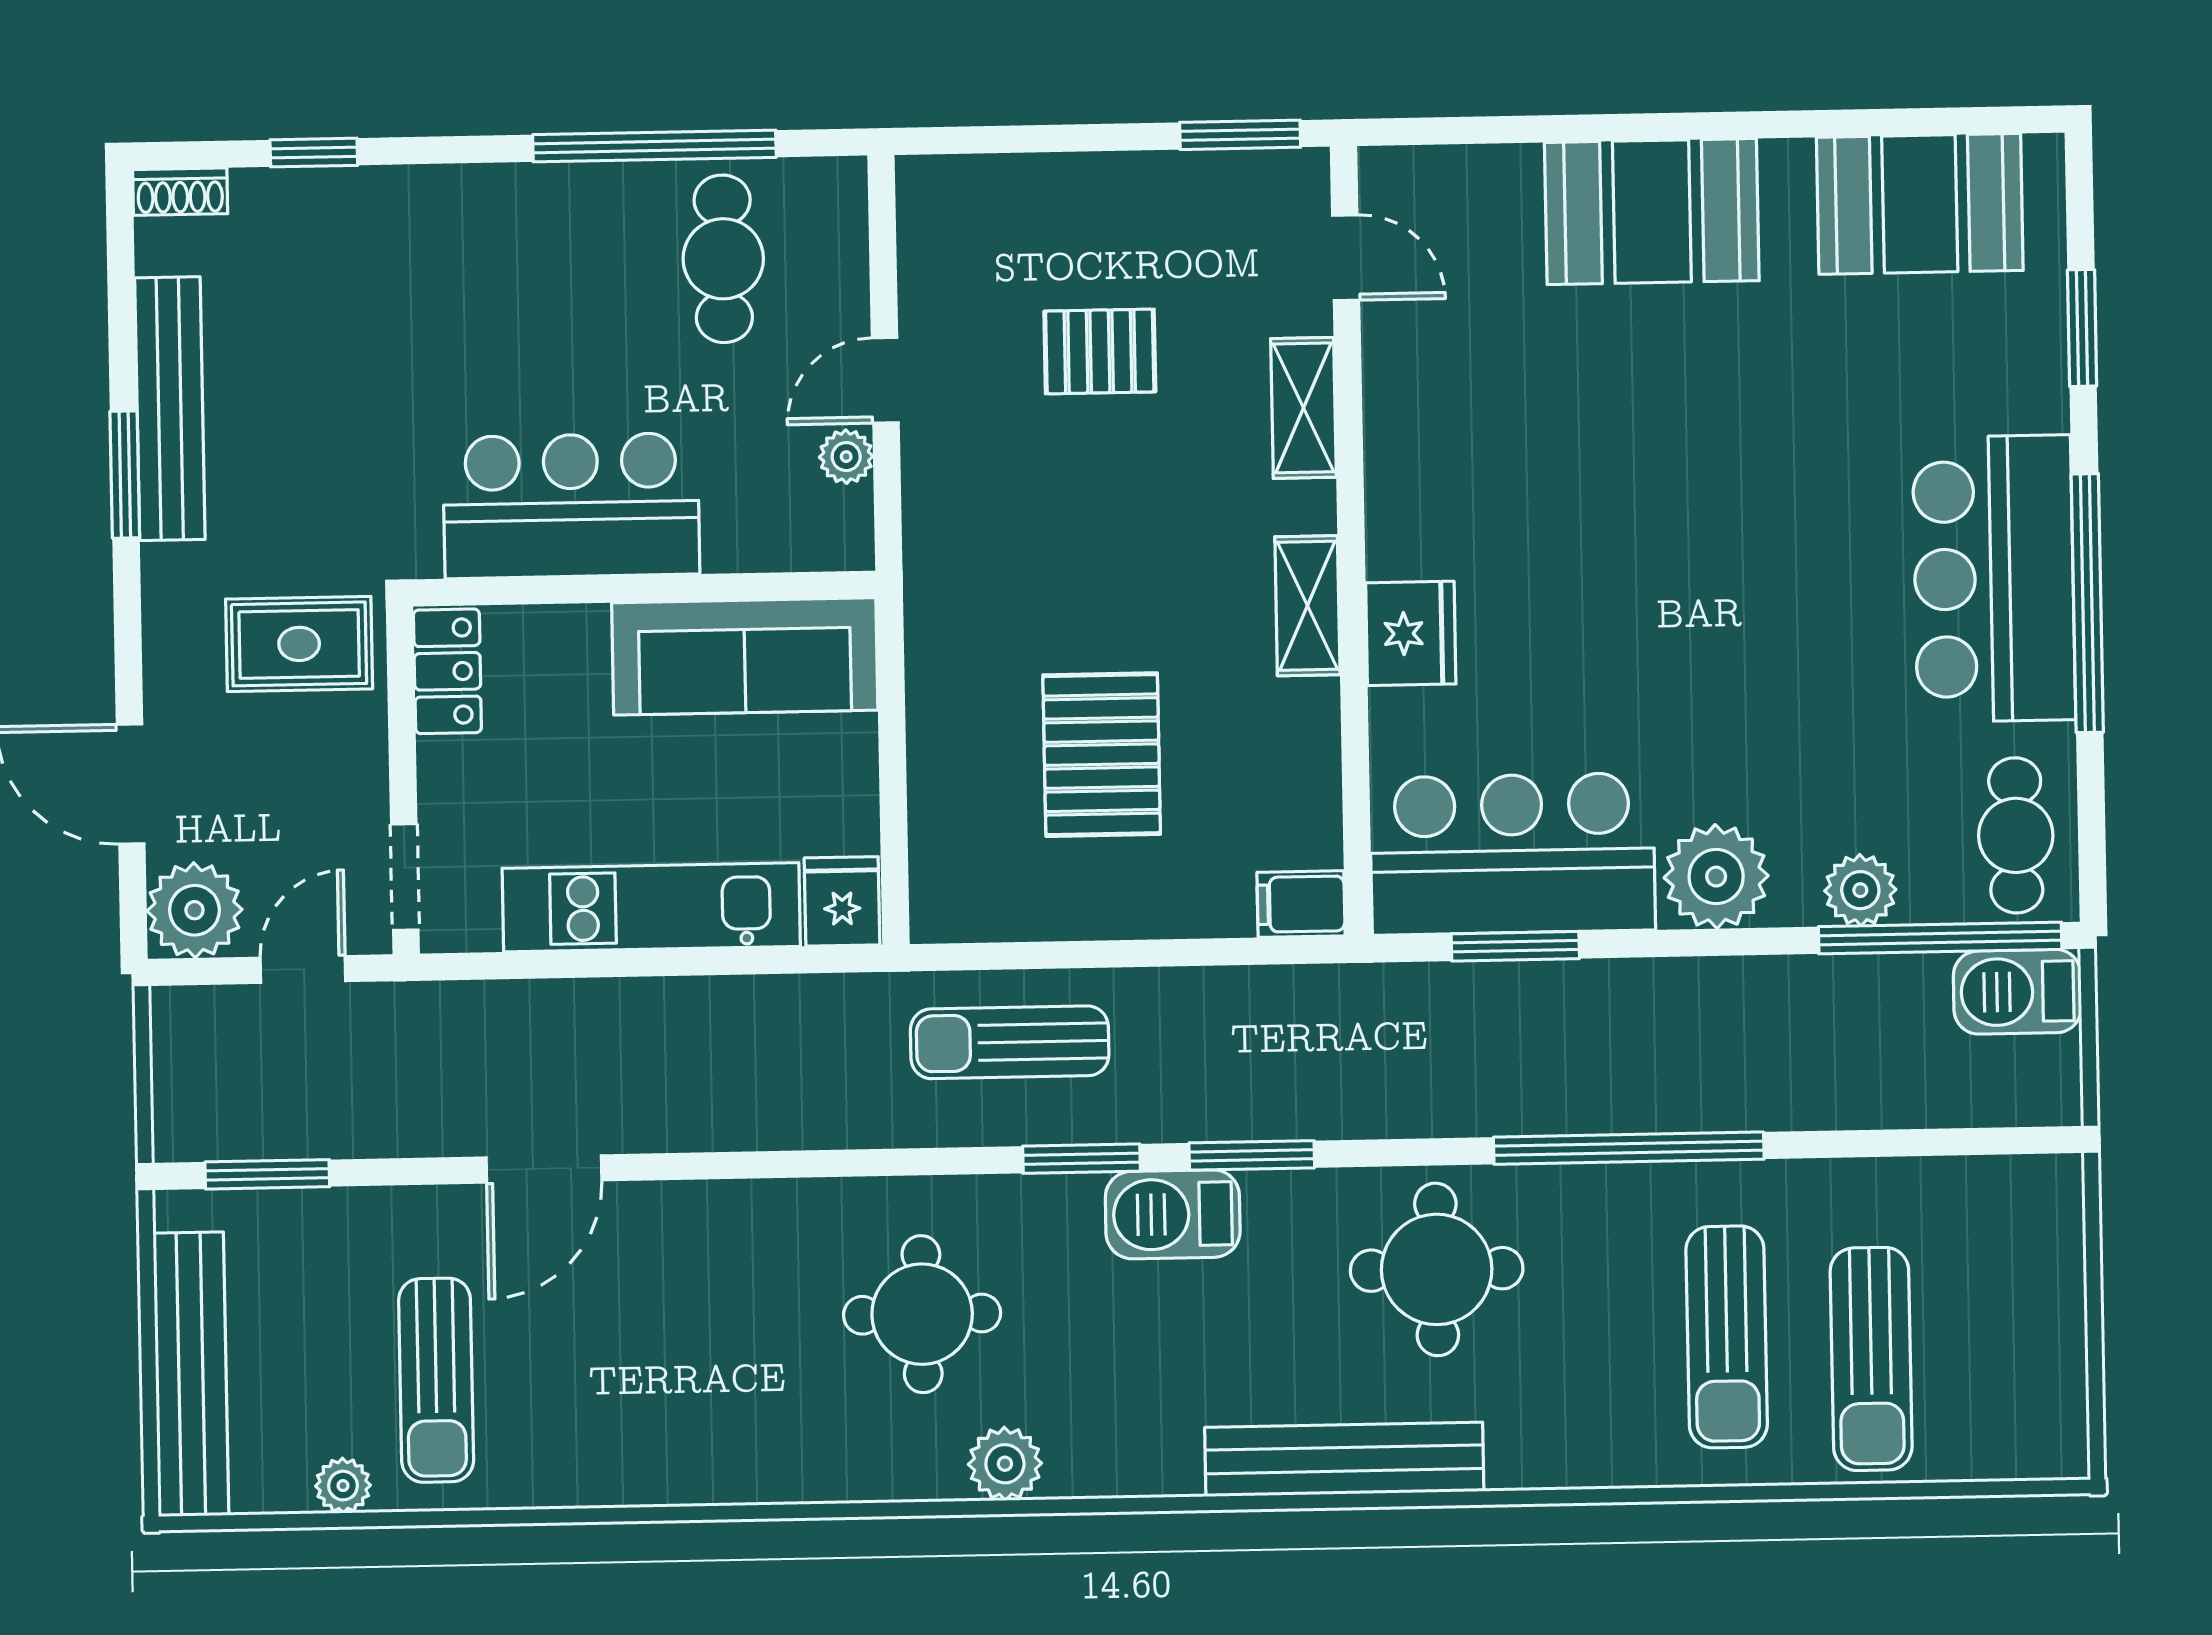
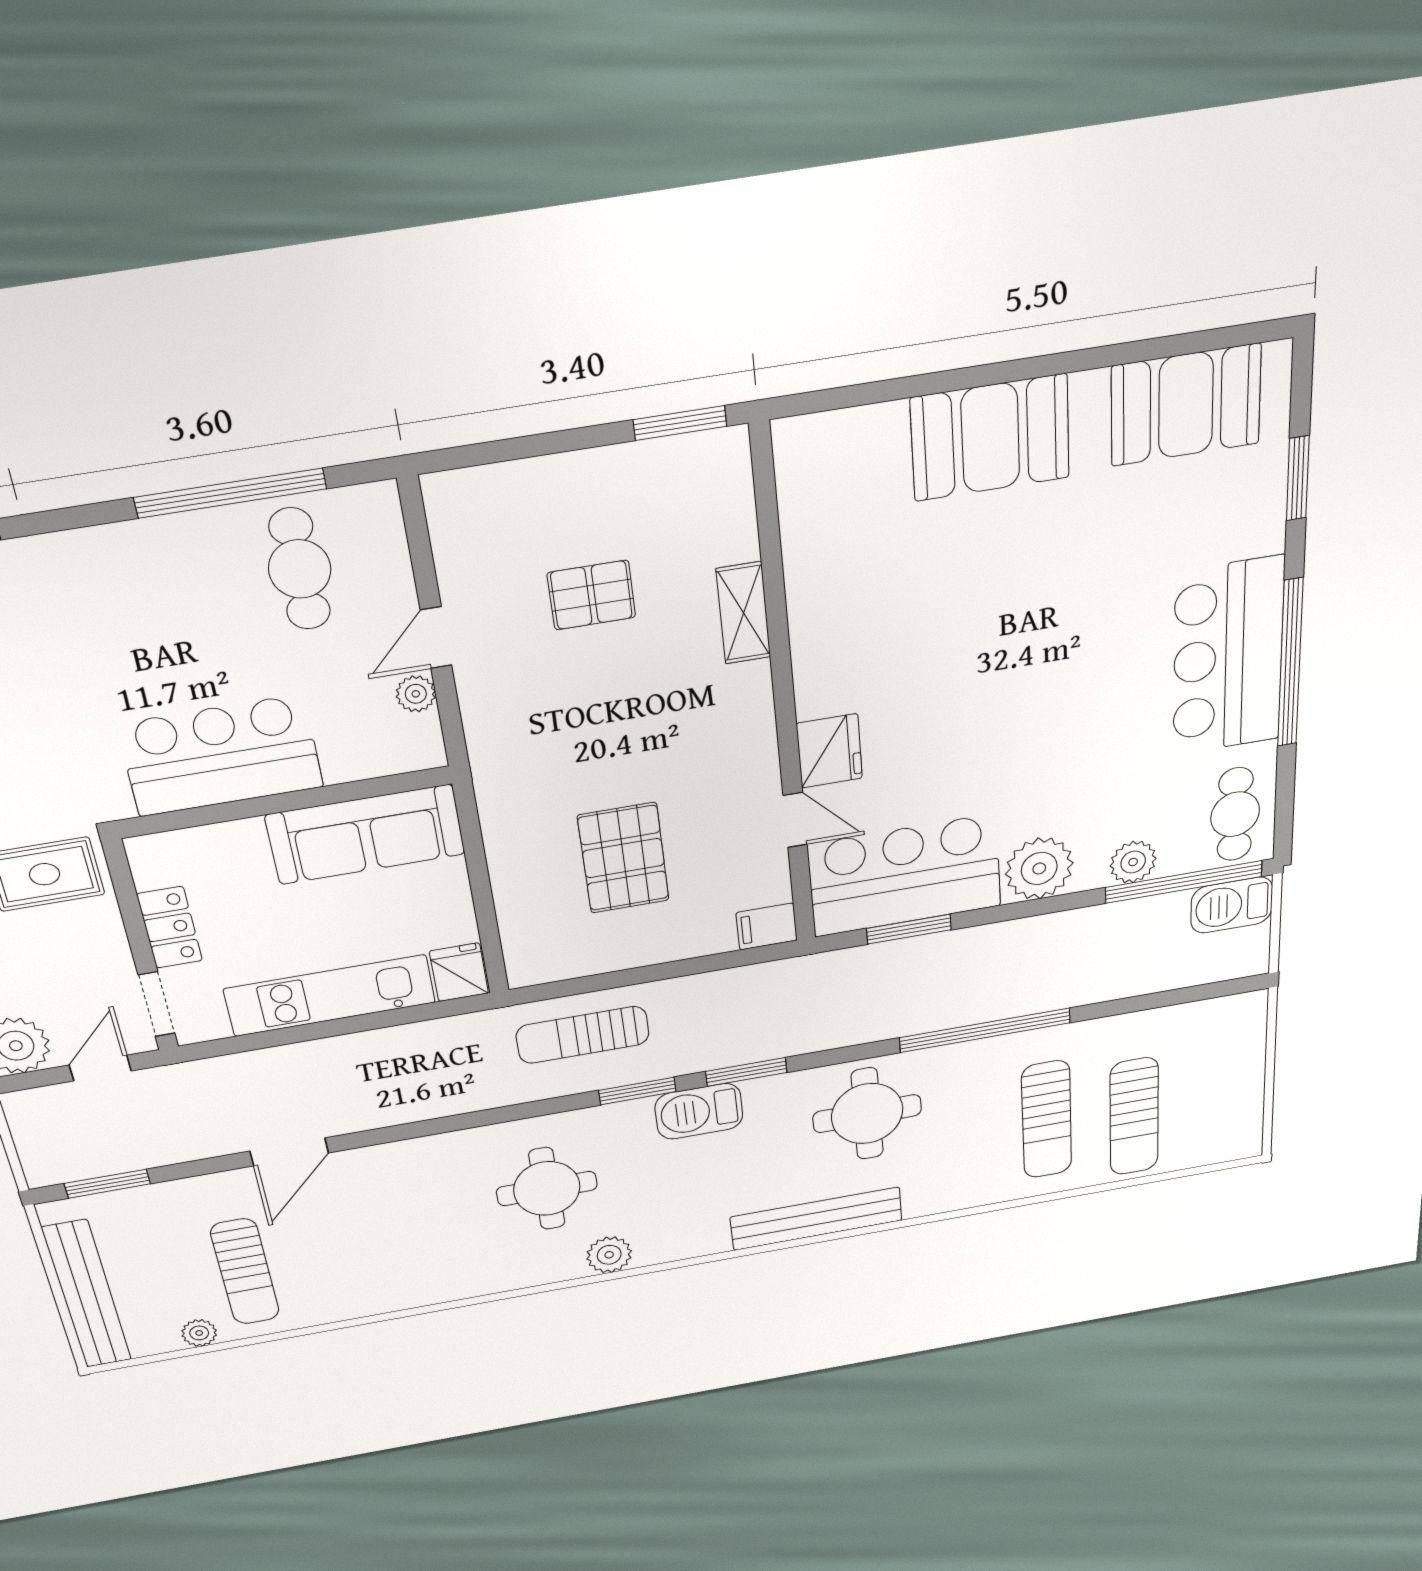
door: (1346, 258) -> (795, 820), moved
shelving: (1307, 606) -> (757, 744), removed
locker: (447, 671) -> (170, 927), moved

